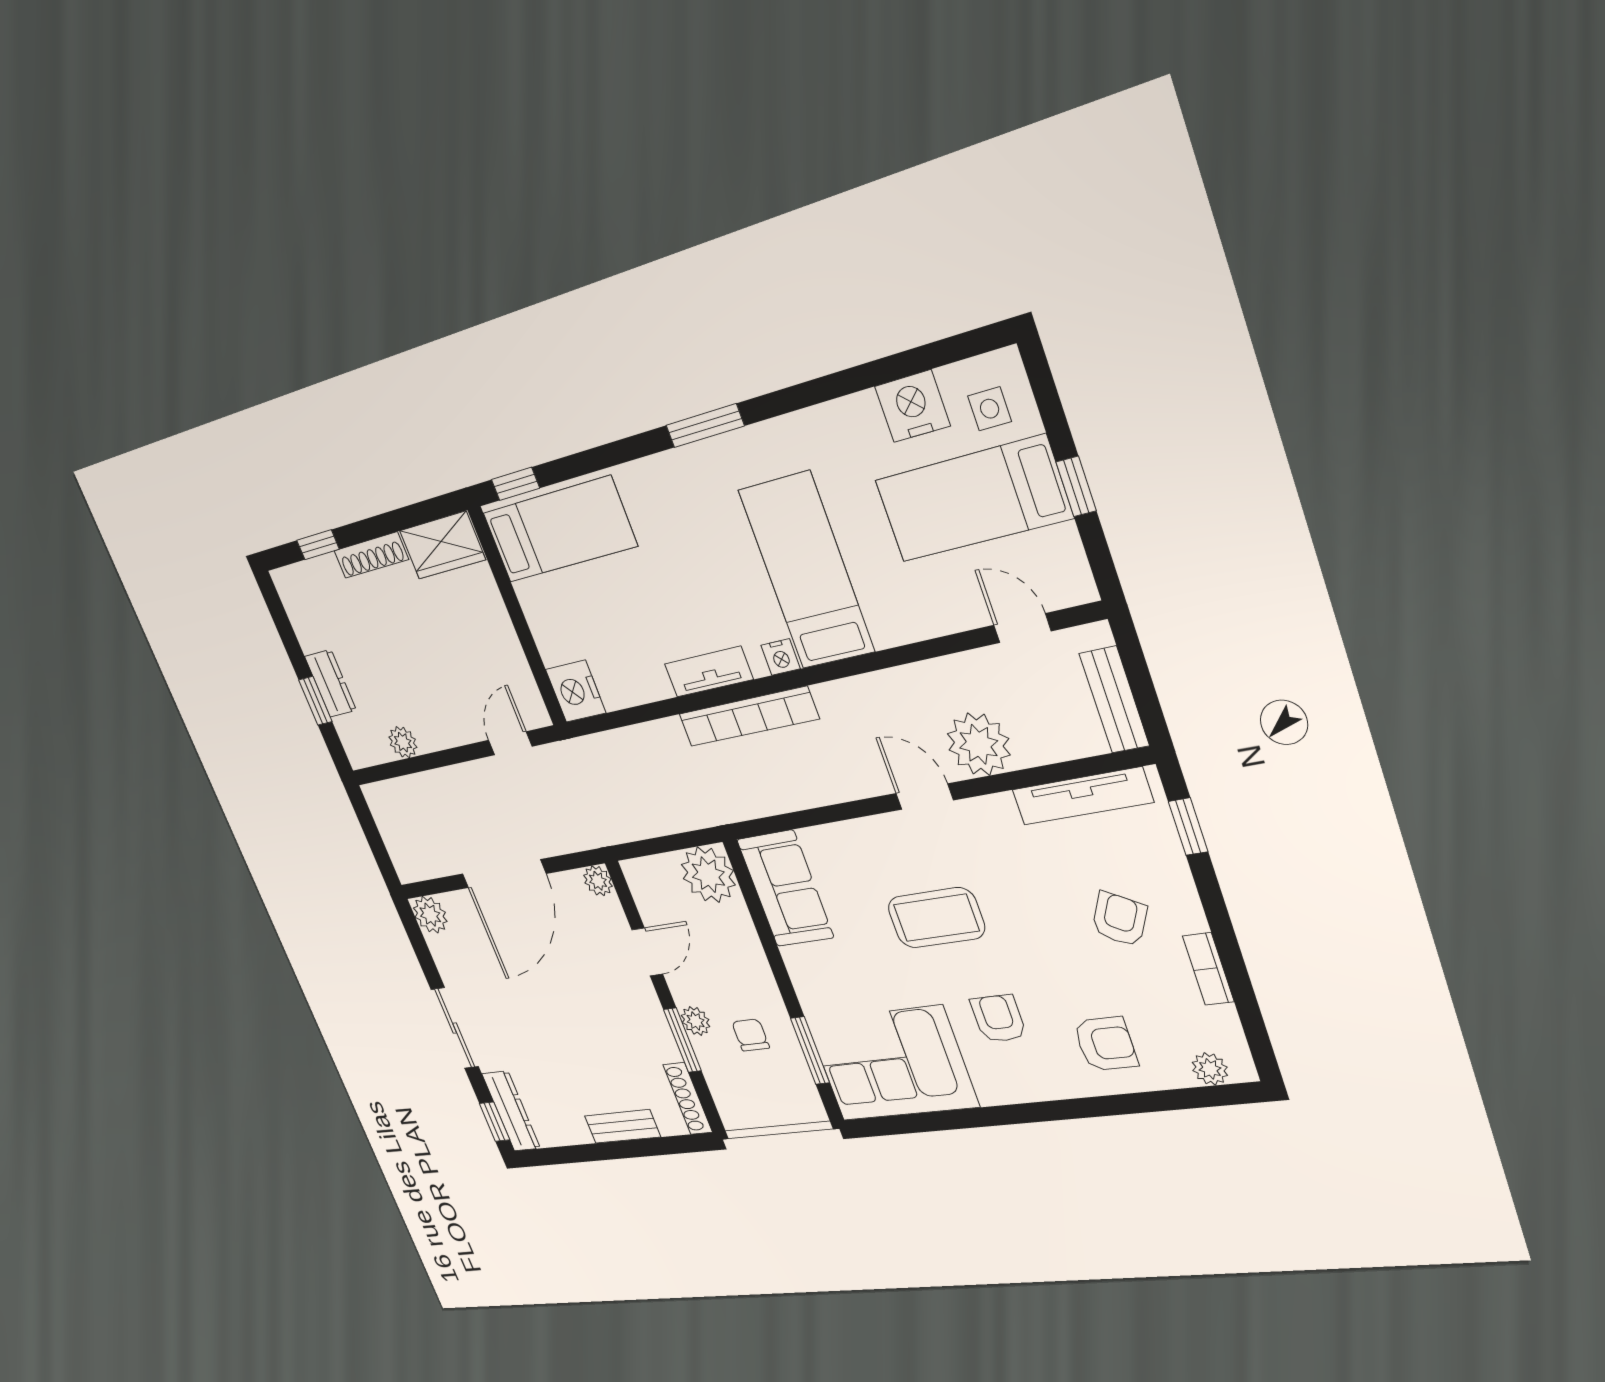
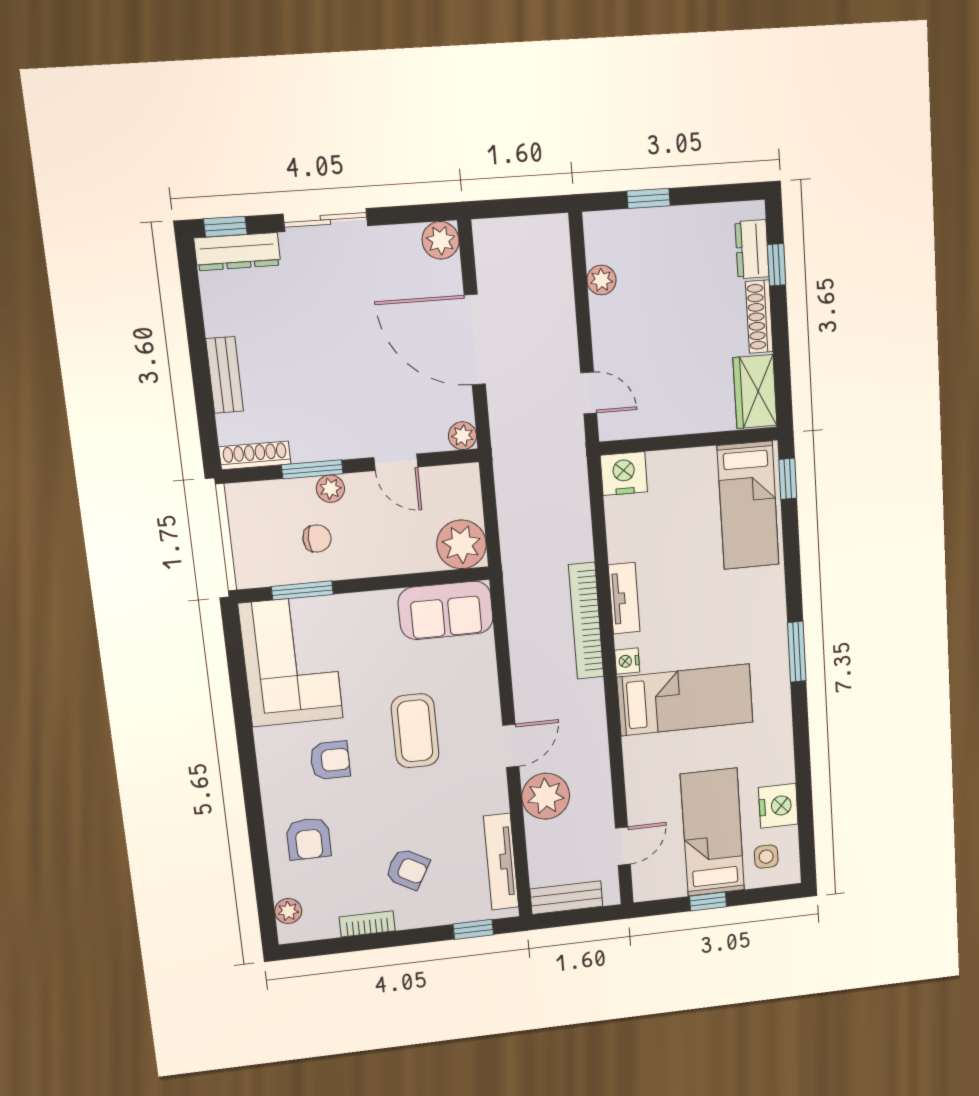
dresser: (330, 683) -> (752, 249), moved, turned 90

